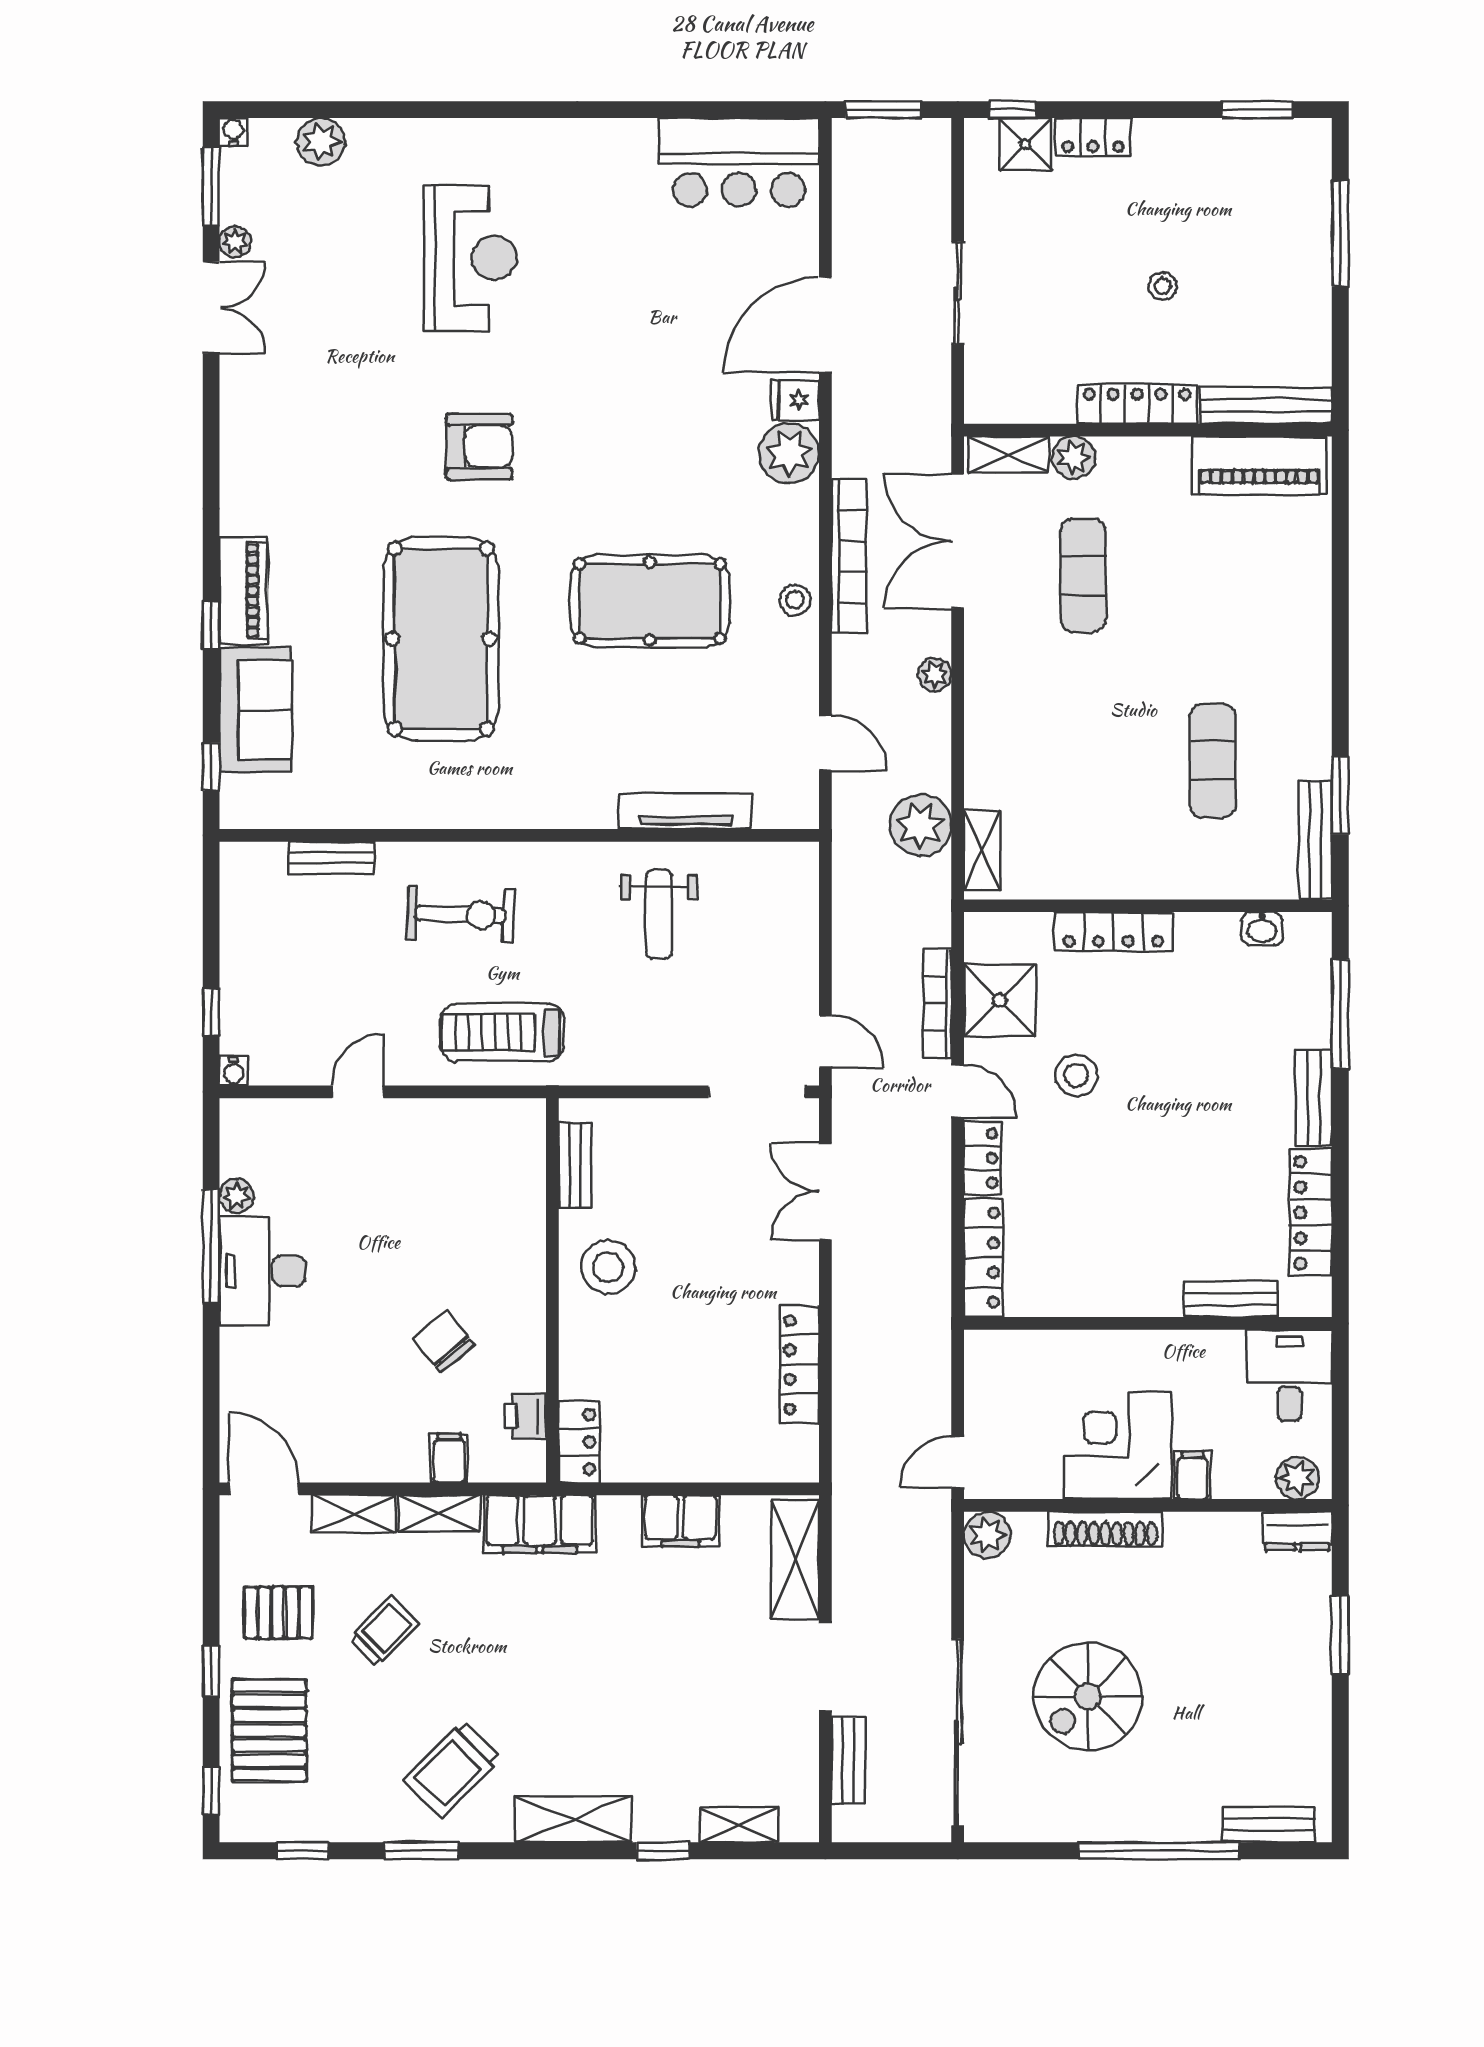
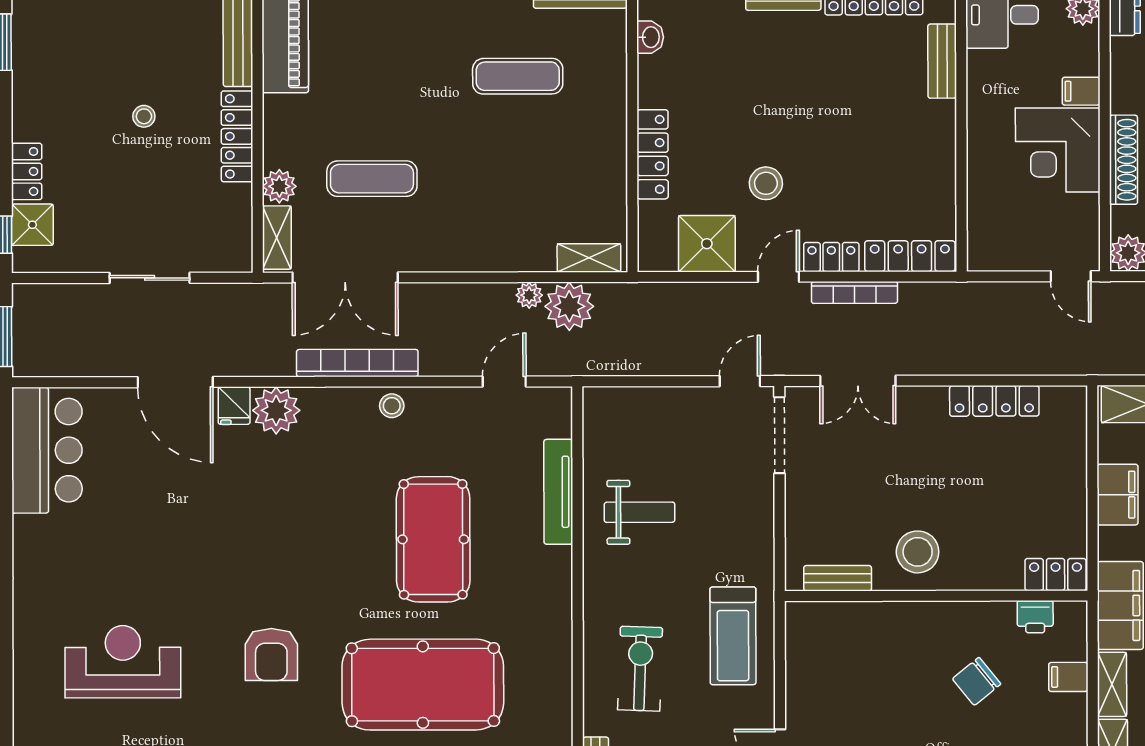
armchair: (479, 447) -> (271, 655), turned 180
pool table: (650, 601) -> (433, 539), moved
plant: (935, 674) -> (529, 295), moved
bookcase: (938, 1003) -> (854, 292), moved

